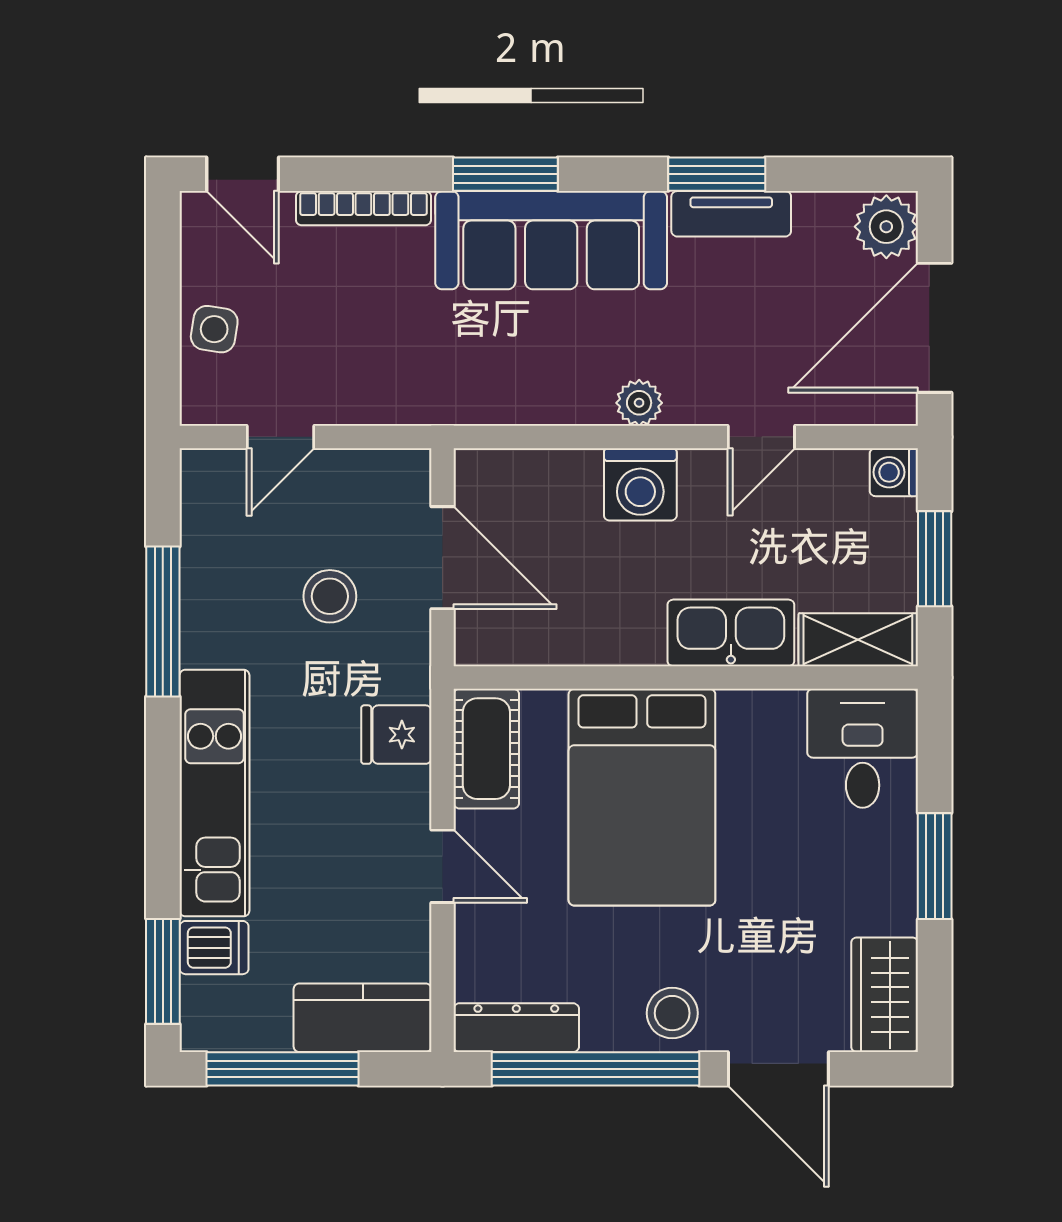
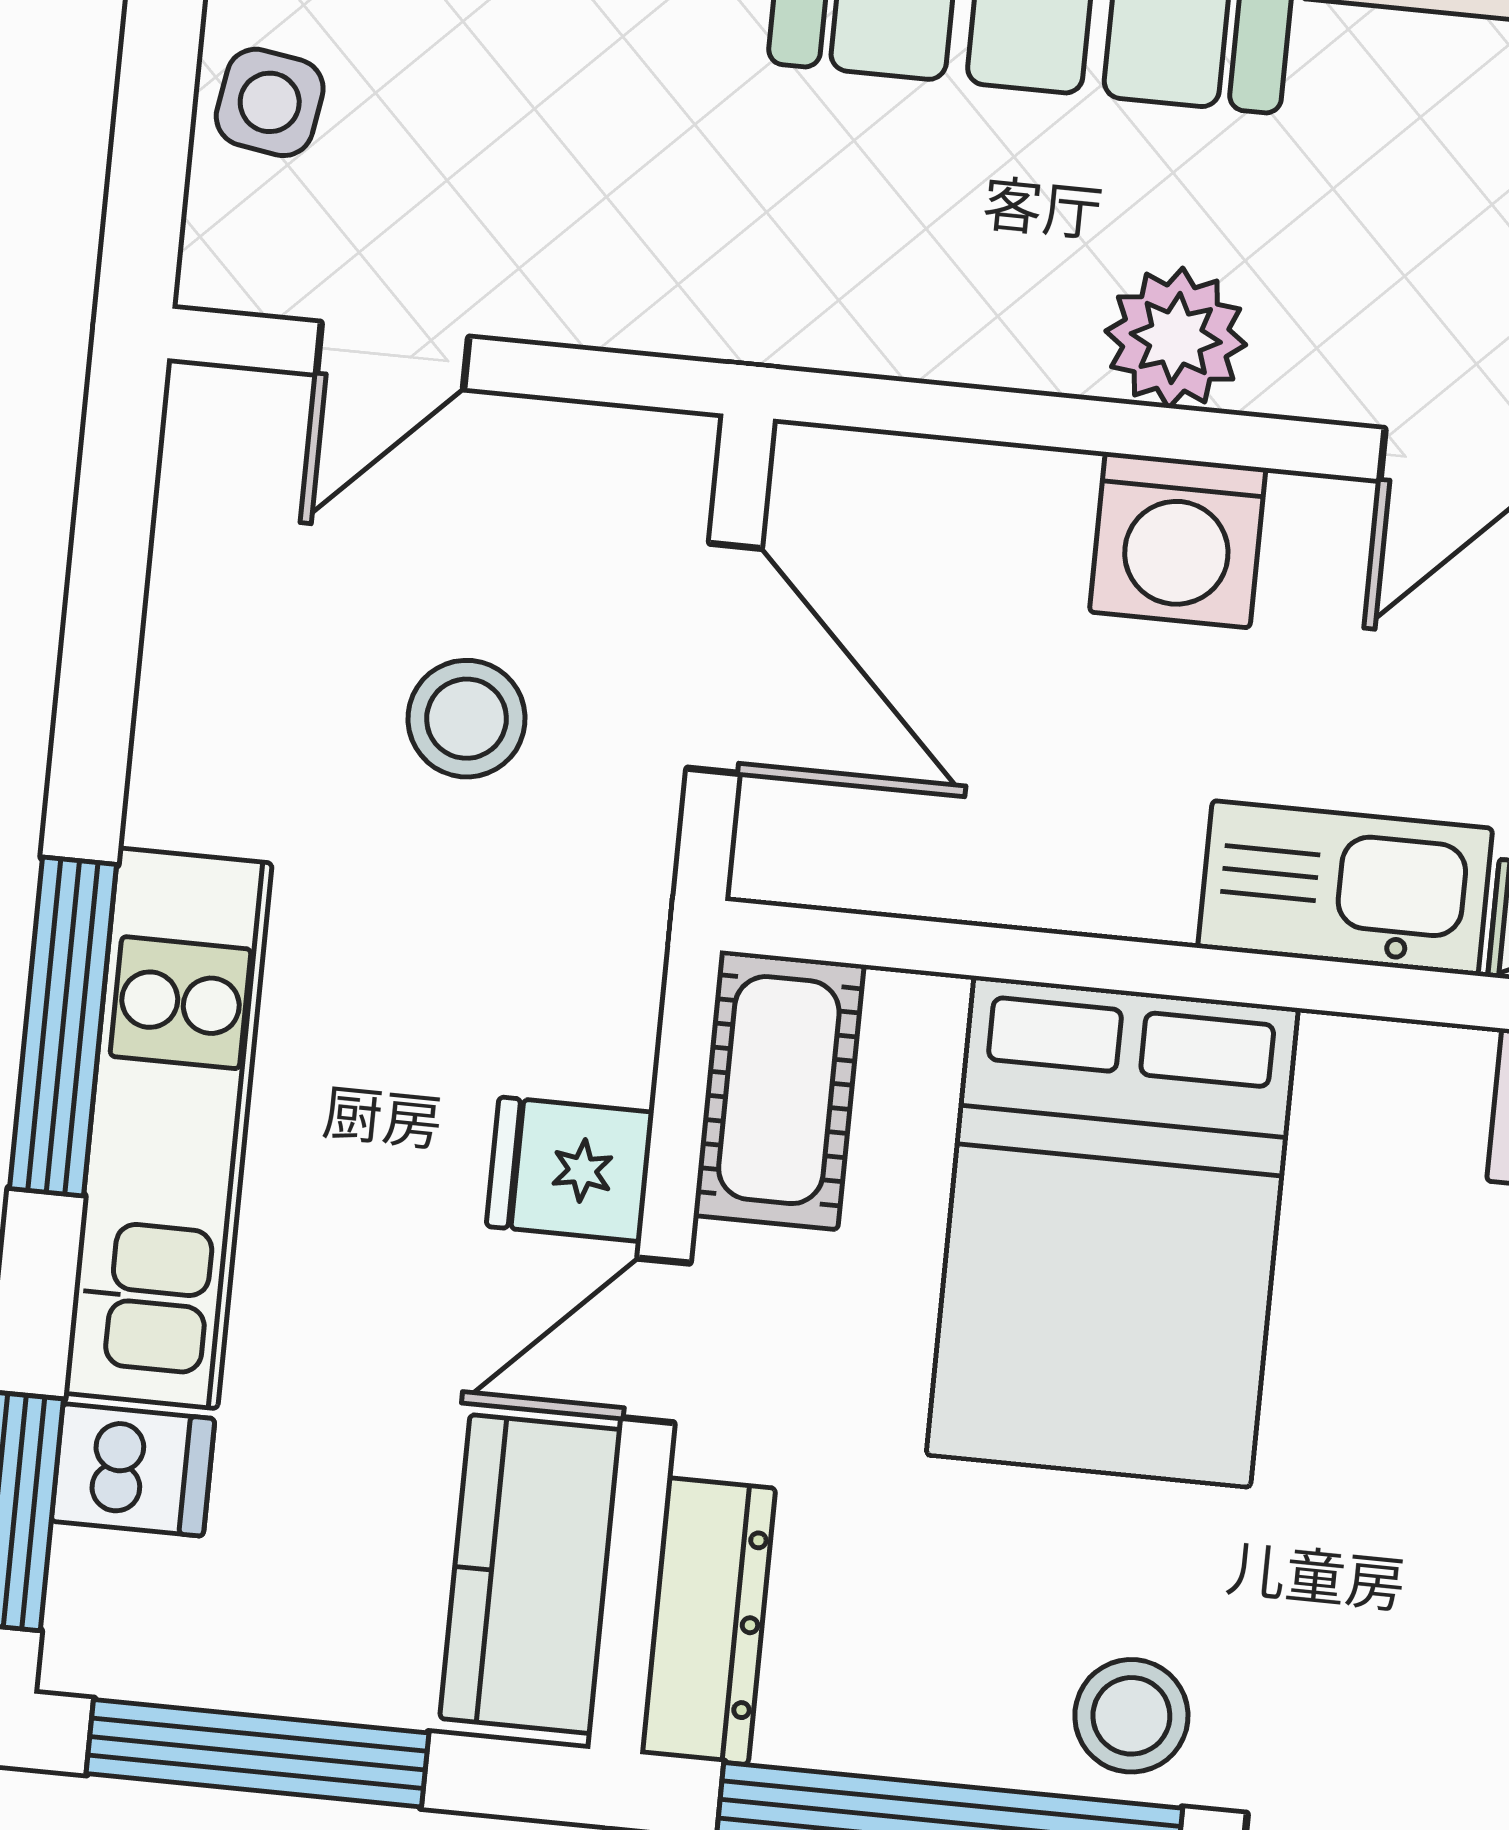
plant: (639, 403) -> (1176, 338), width x1.38, depth x1.38
window: (163, 622) -> (63, 1027), moved
fridge: (396, 735) -> (570, 1169), moved
door: (443, 866) -> (656, 1340), swing flipped
kitchen counter: (363, 1018) -> (531, 1574), moved, turned -90
dresser: (516, 1028) -> (708, 1621), moved, turned 90

